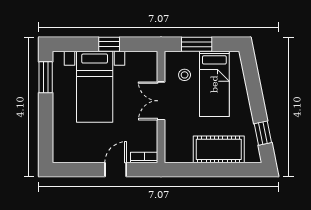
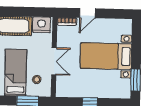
bed with nightstands: (95, 87) -> (106, 56), moved, turned -90
nightstand: (180, 152) -> (41, 25), added

